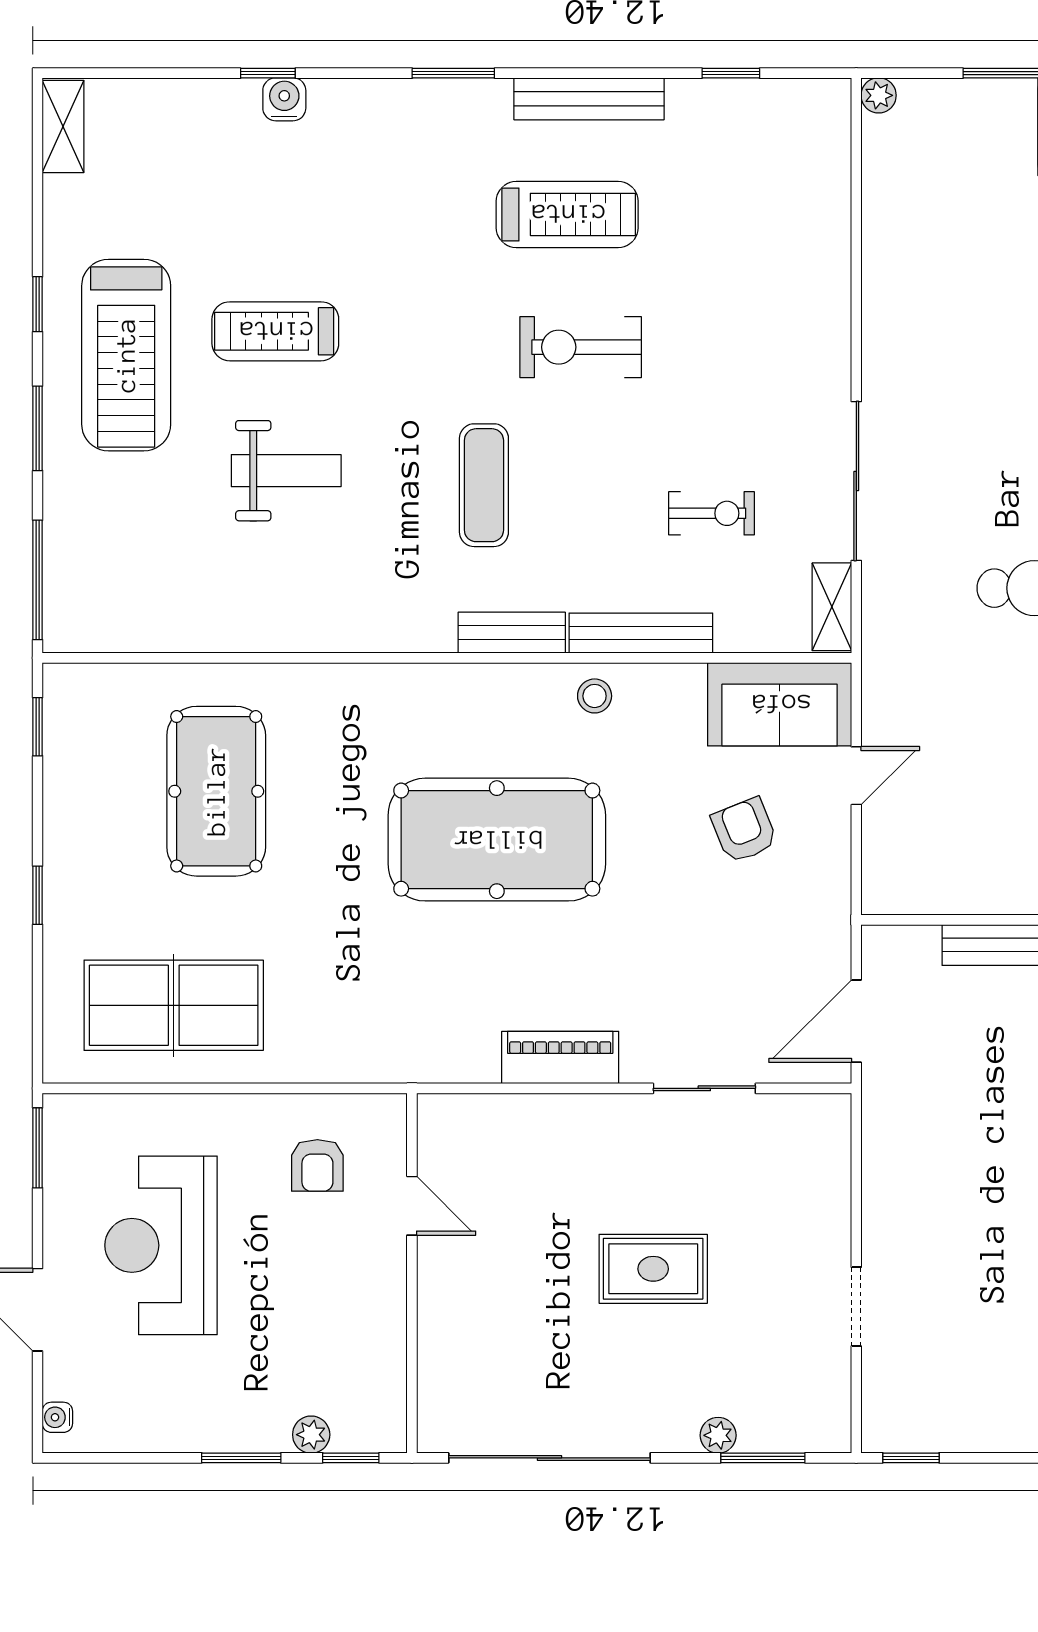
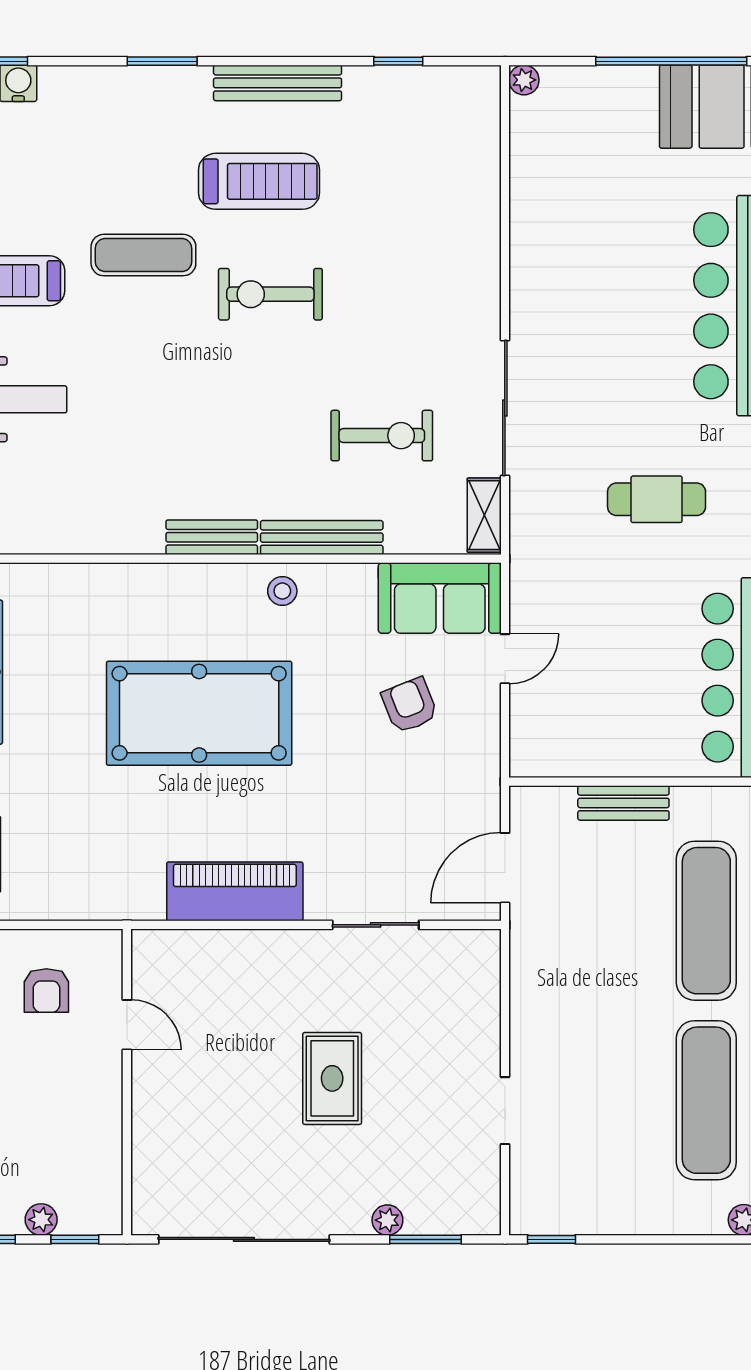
exercise mat: (484, 485) -> (143, 255), moved, turned 90
exercise bike: (711, 513) -> (382, 436), width x1.38, depth x1.39
piano: (560, 1057) -> (235, 891), width x1.37, depth x1.33
rug: (653, 1269) -> (332, 1078), turned 90

